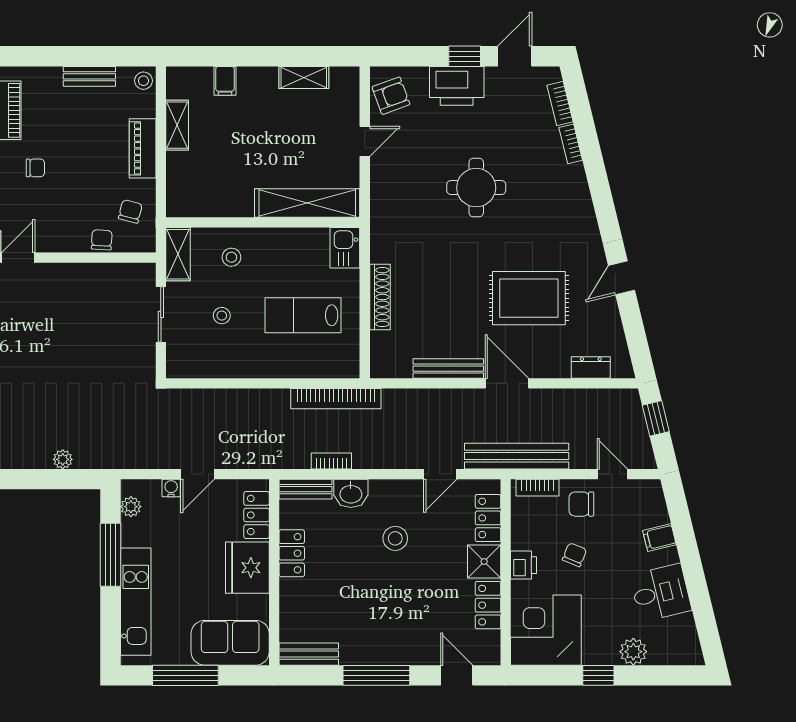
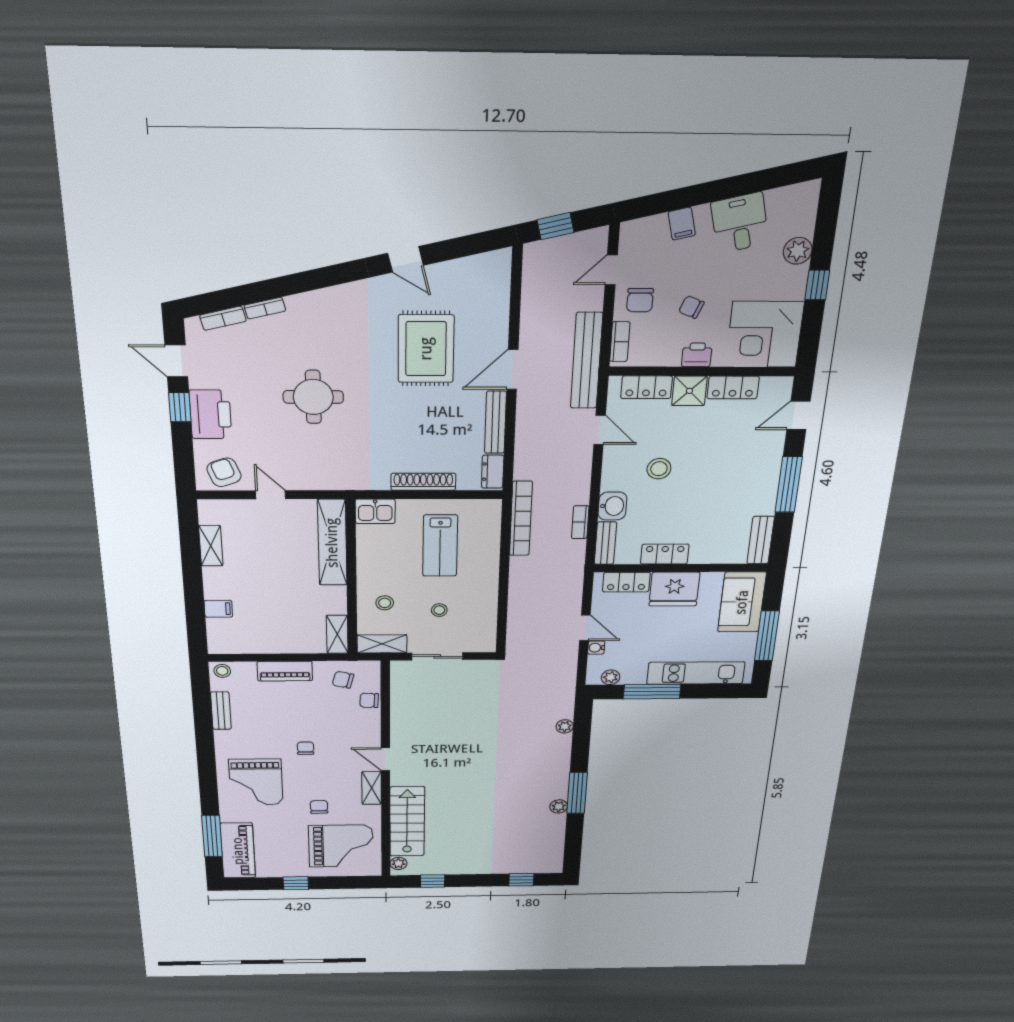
shelving: (177, 125) -> (337, 634), moved, turned 90
dresser: (591, 368) -> (493, 472), moved

